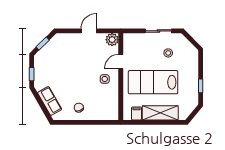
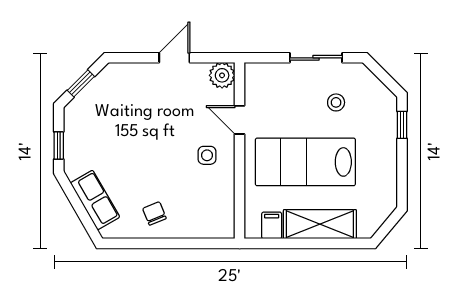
door: (121, 61) -> (240, 120), hinge flipped
window: (201, 86) -> (402, 125), moved

